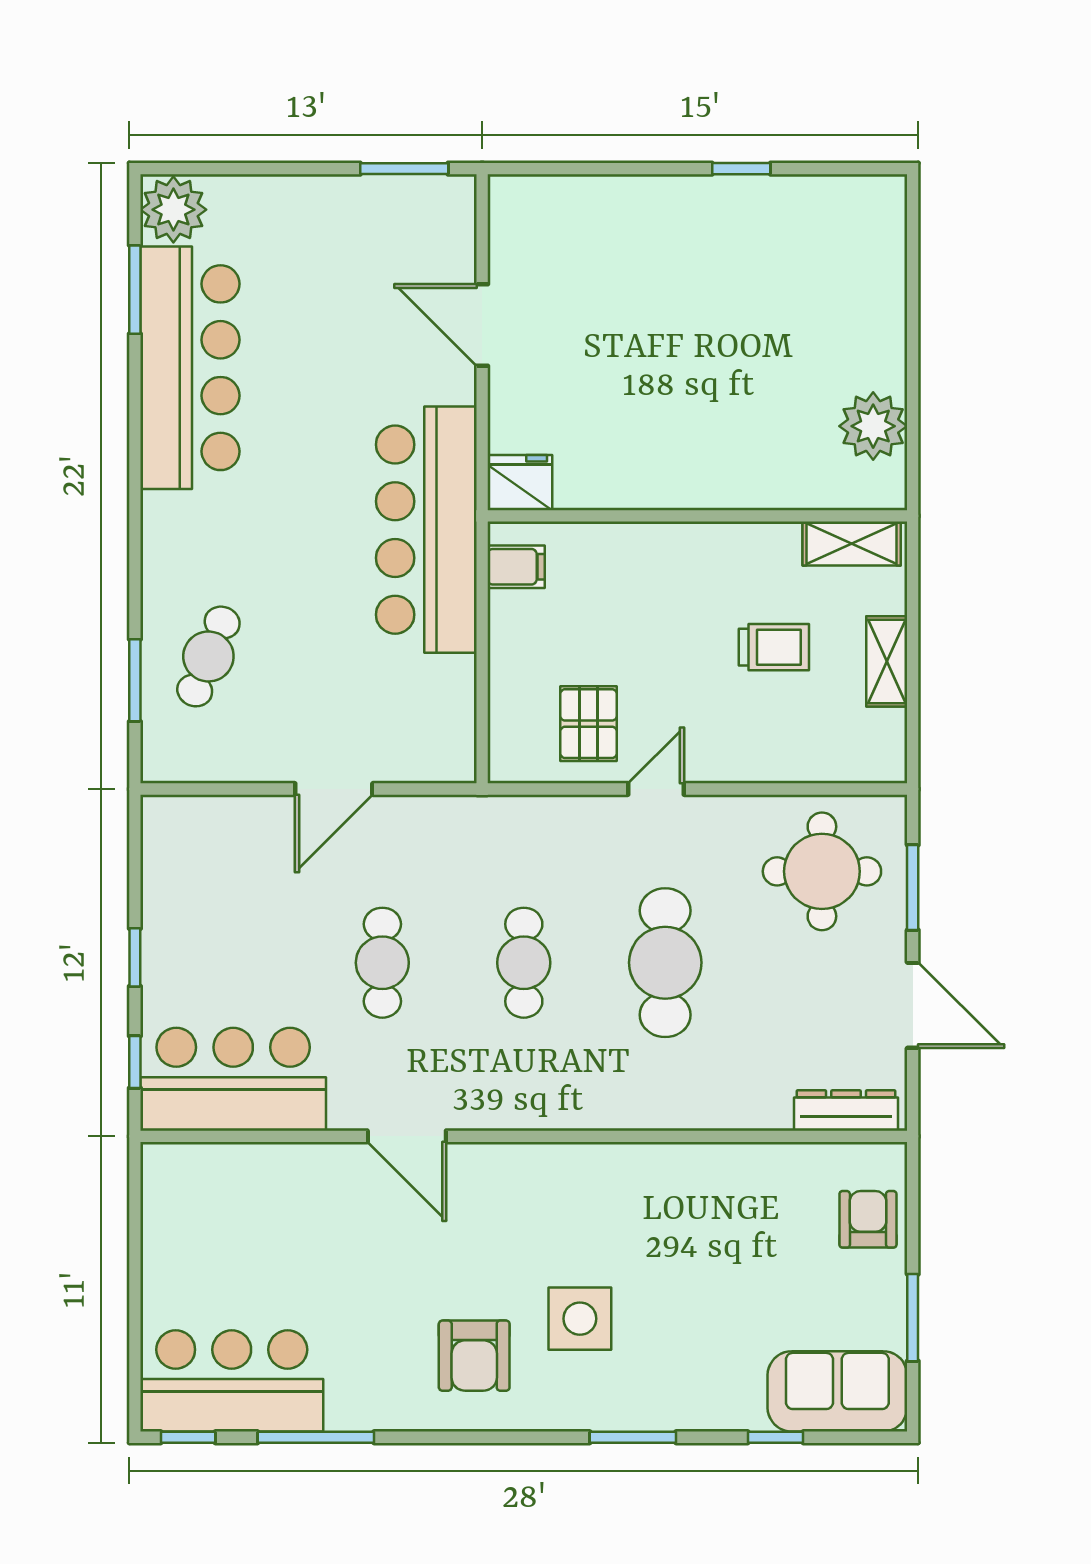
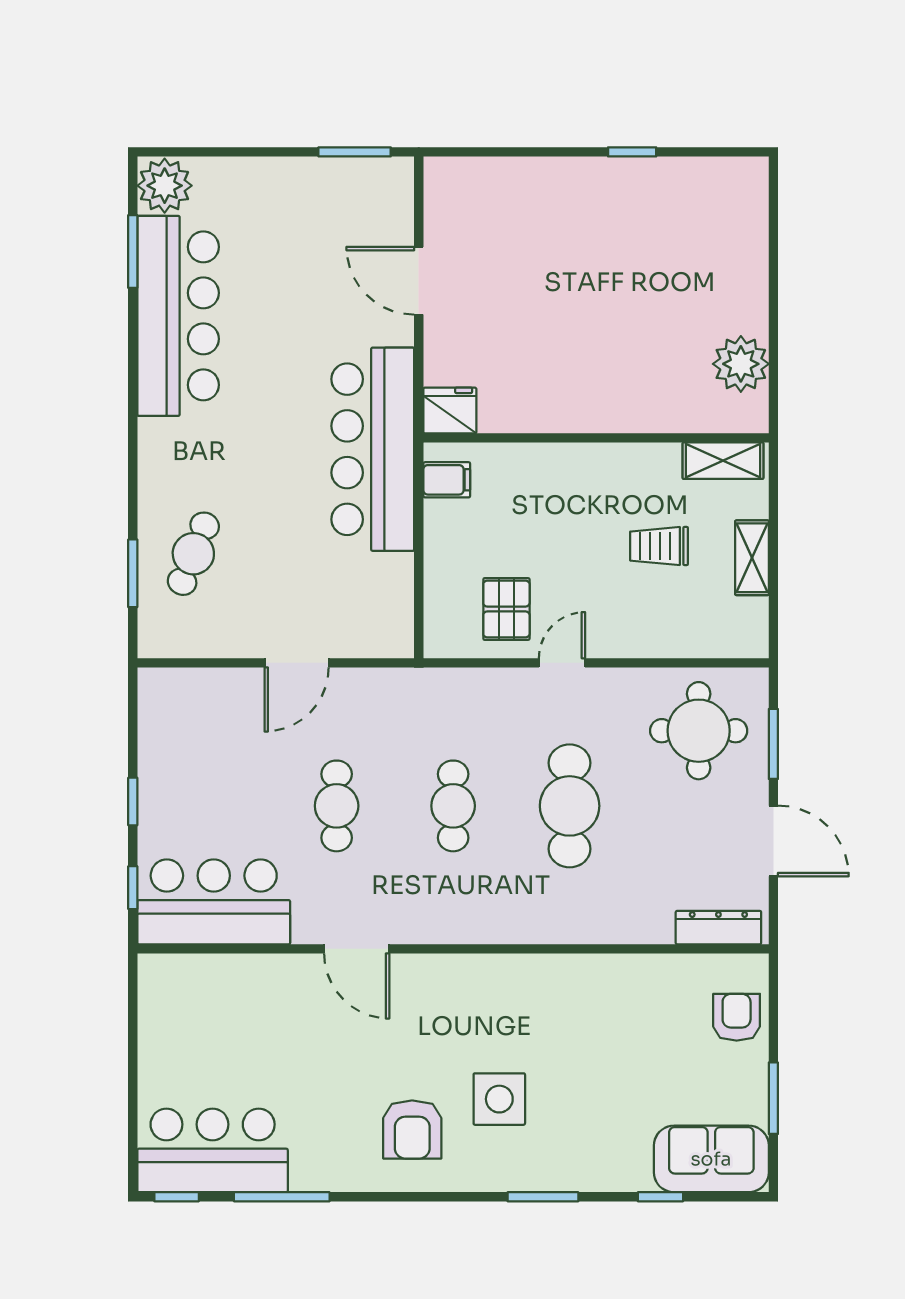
trolley: (774, 647) -> (659, 546), turned 180

